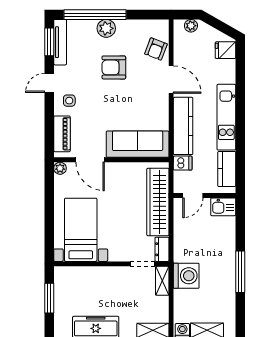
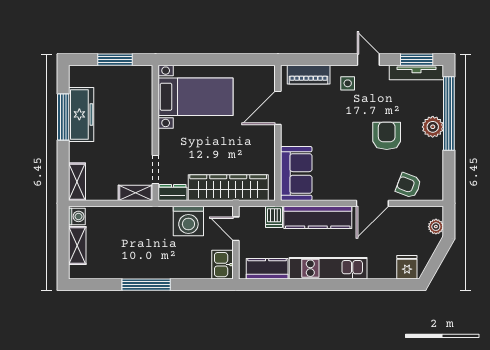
sofa: (138, 144) -> (296, 173), width x0.73
plant: (60, 168) -> (268, 72), removed
washing machine: (186, 276) -> (188, 221), moved

